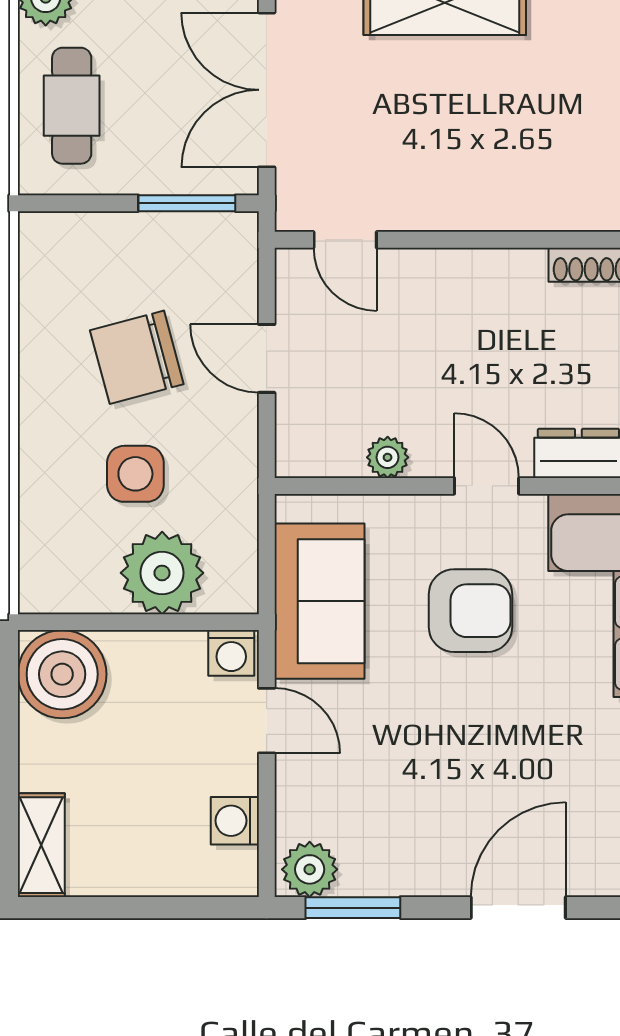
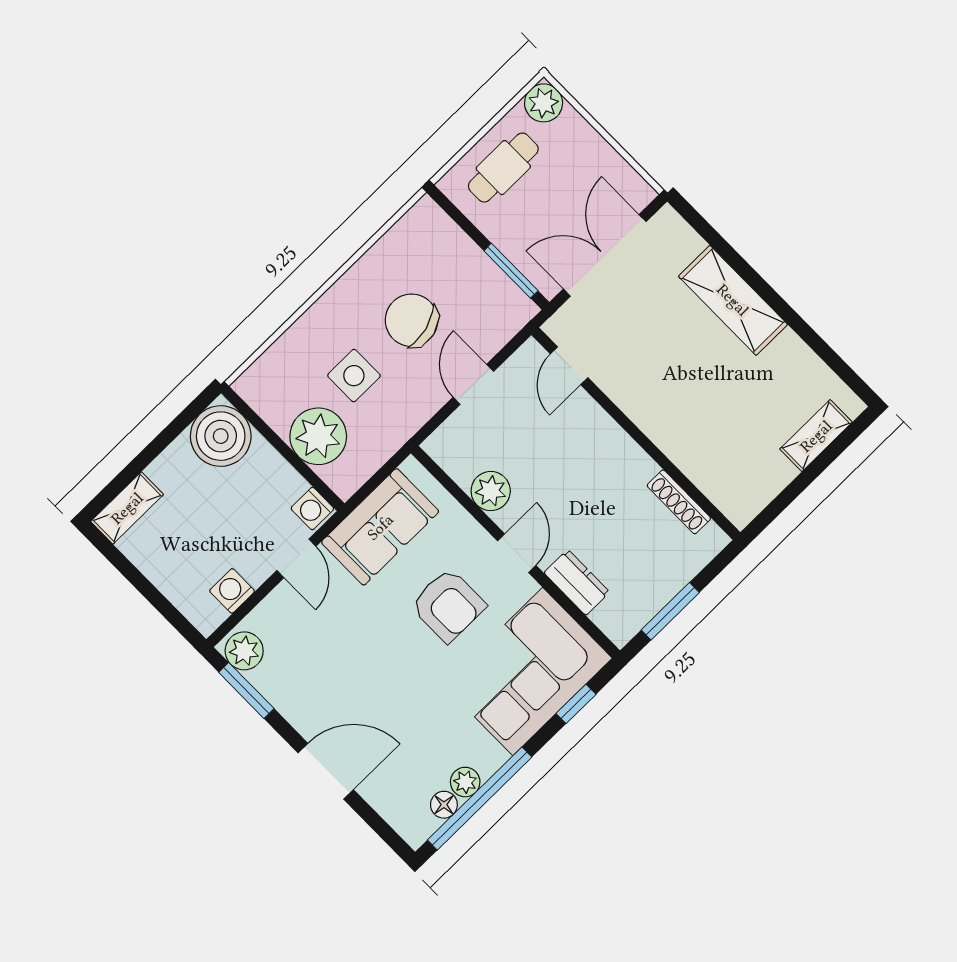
plant: (388, 457) -> (491, 491), width x1.38, depth x1.38

